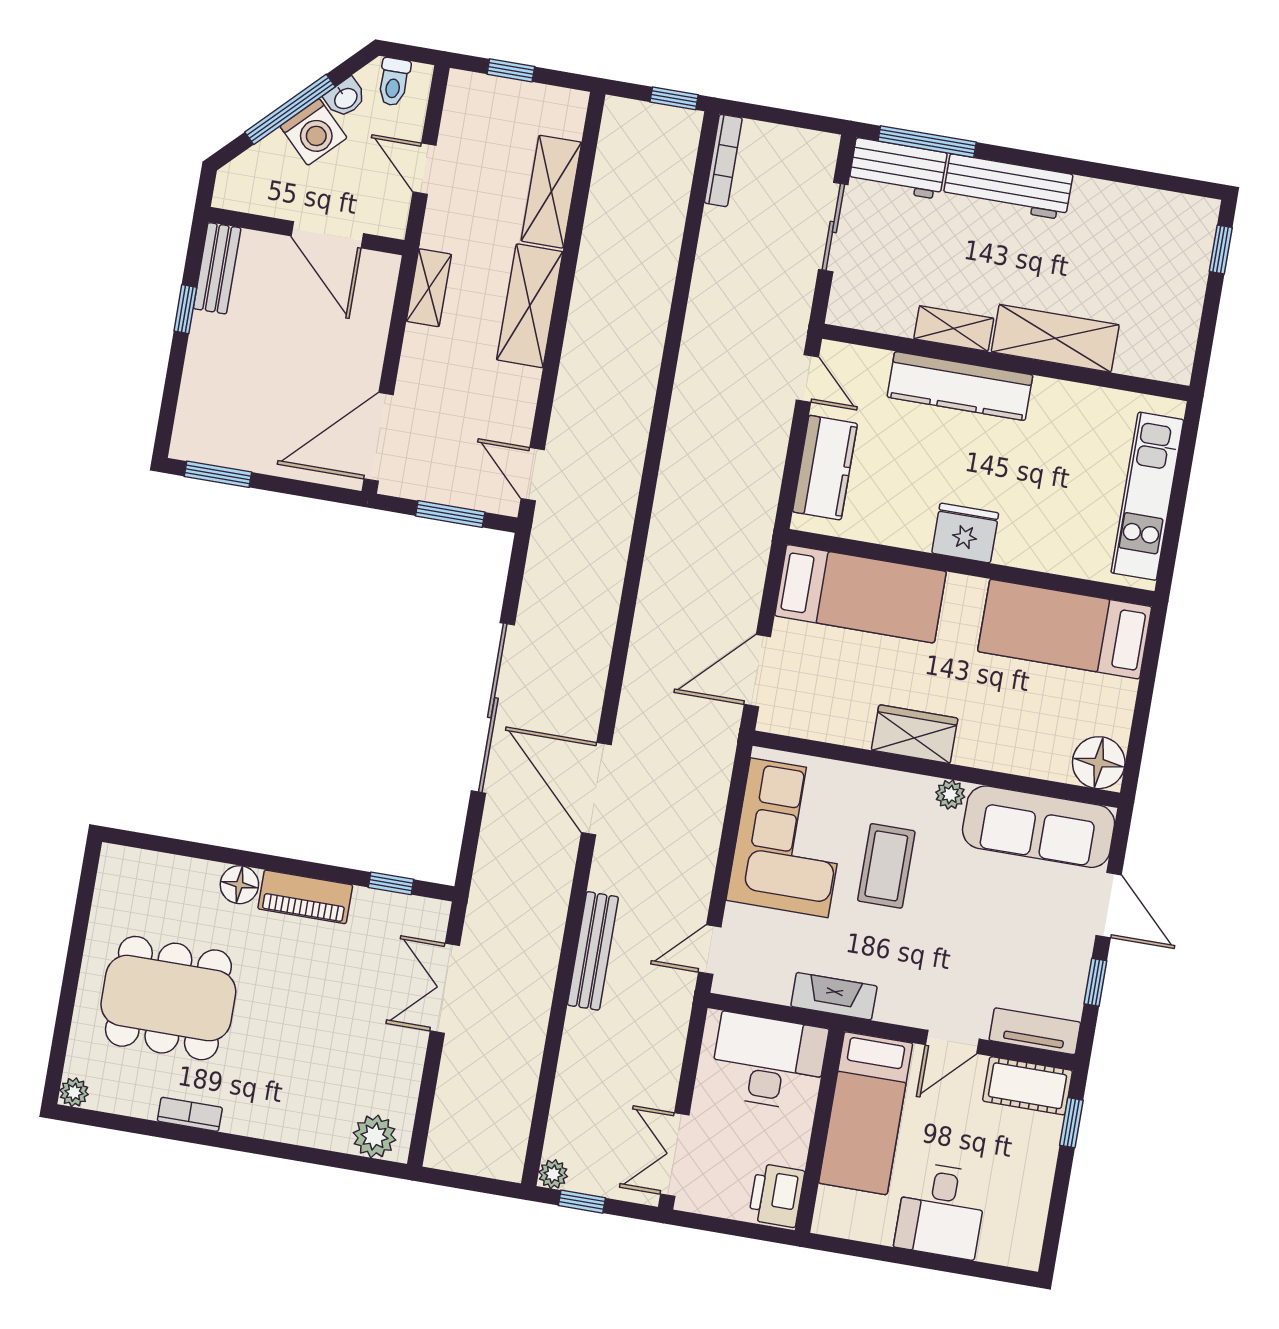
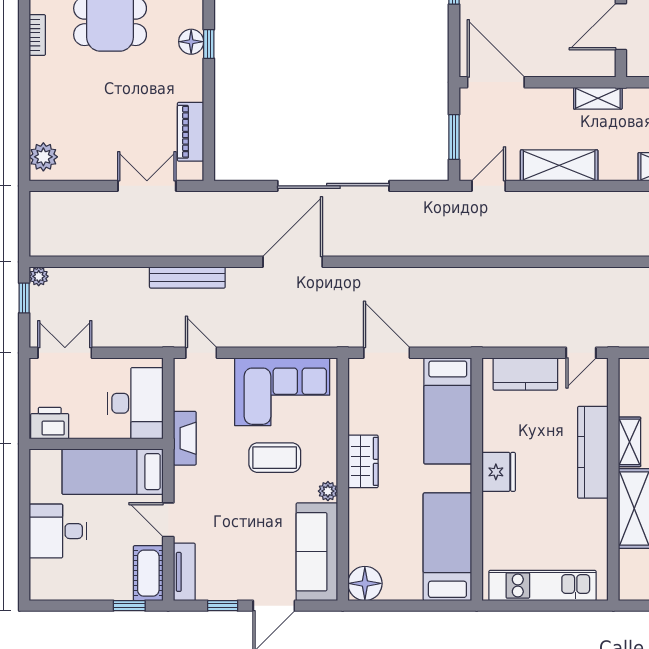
shelving: (530, 306) -> (559, 165), moved
window: (391, 883) -> (209, 44), moved
piano: (305, 897) -> (191, 132), moved

